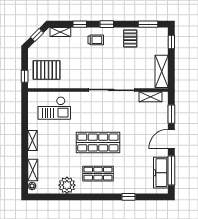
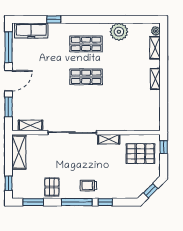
window: (107, 24) -> (77, 202), width x2.17
shelving: (60, 32) -> (109, 139), moved
checkout: (54, 108) -> (132, 113), removed
shop shelf: (98, 143) -> (86, 77), width x0.70, depth x0.74
freezer: (161, 173) -> (31, 30), moved, turned 90

